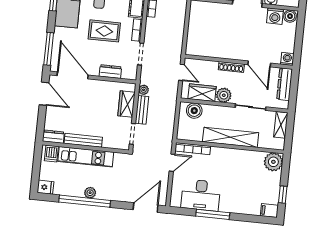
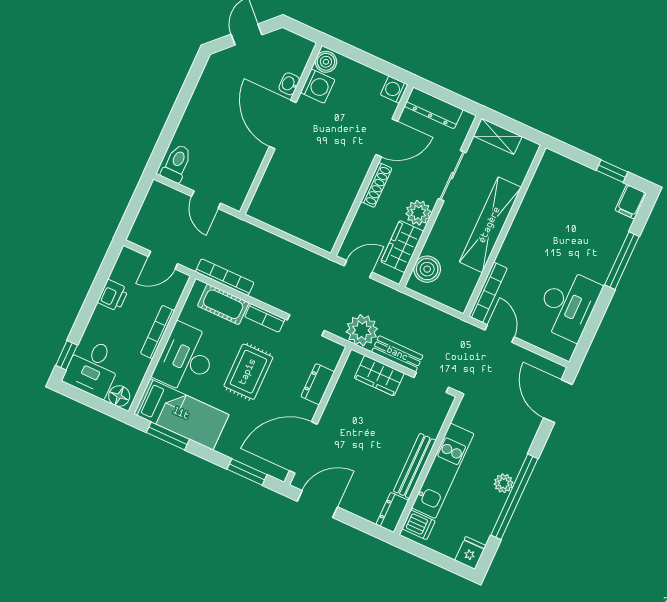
window: (49, 49) -> (247, 472), width x0.69
plant: (144, 90) -> (362, 330), width x1.88, depth x1.88
plant: (273, 162) -> (554, 168), removed
window: (213, 214) -> (622, 261), moved

